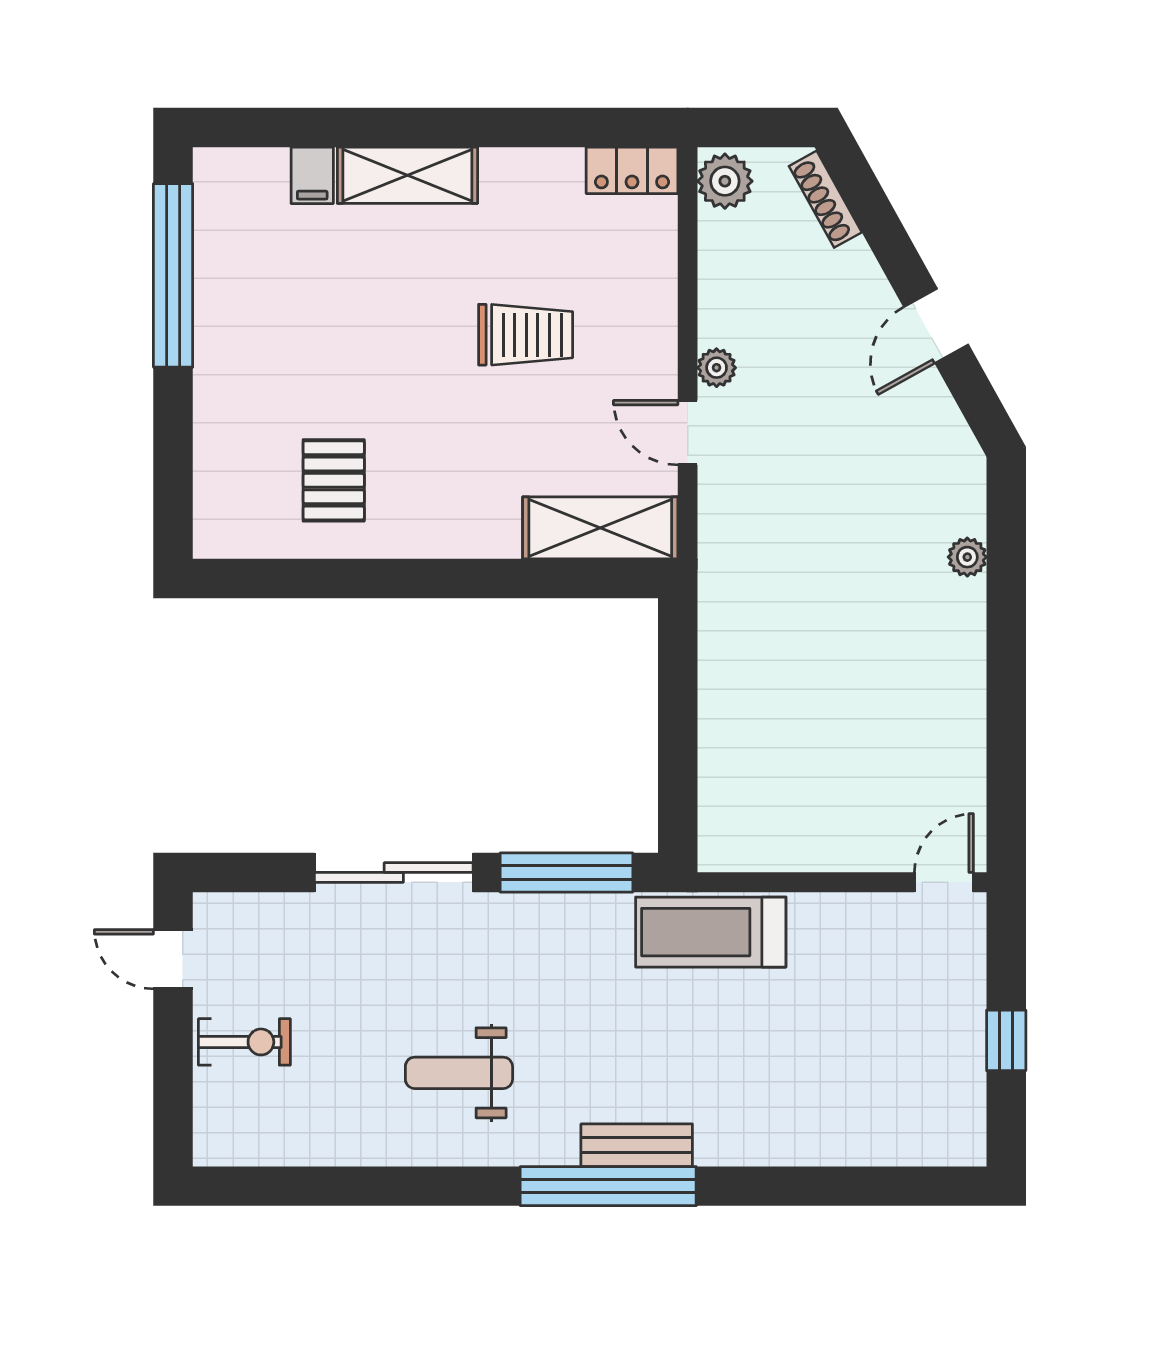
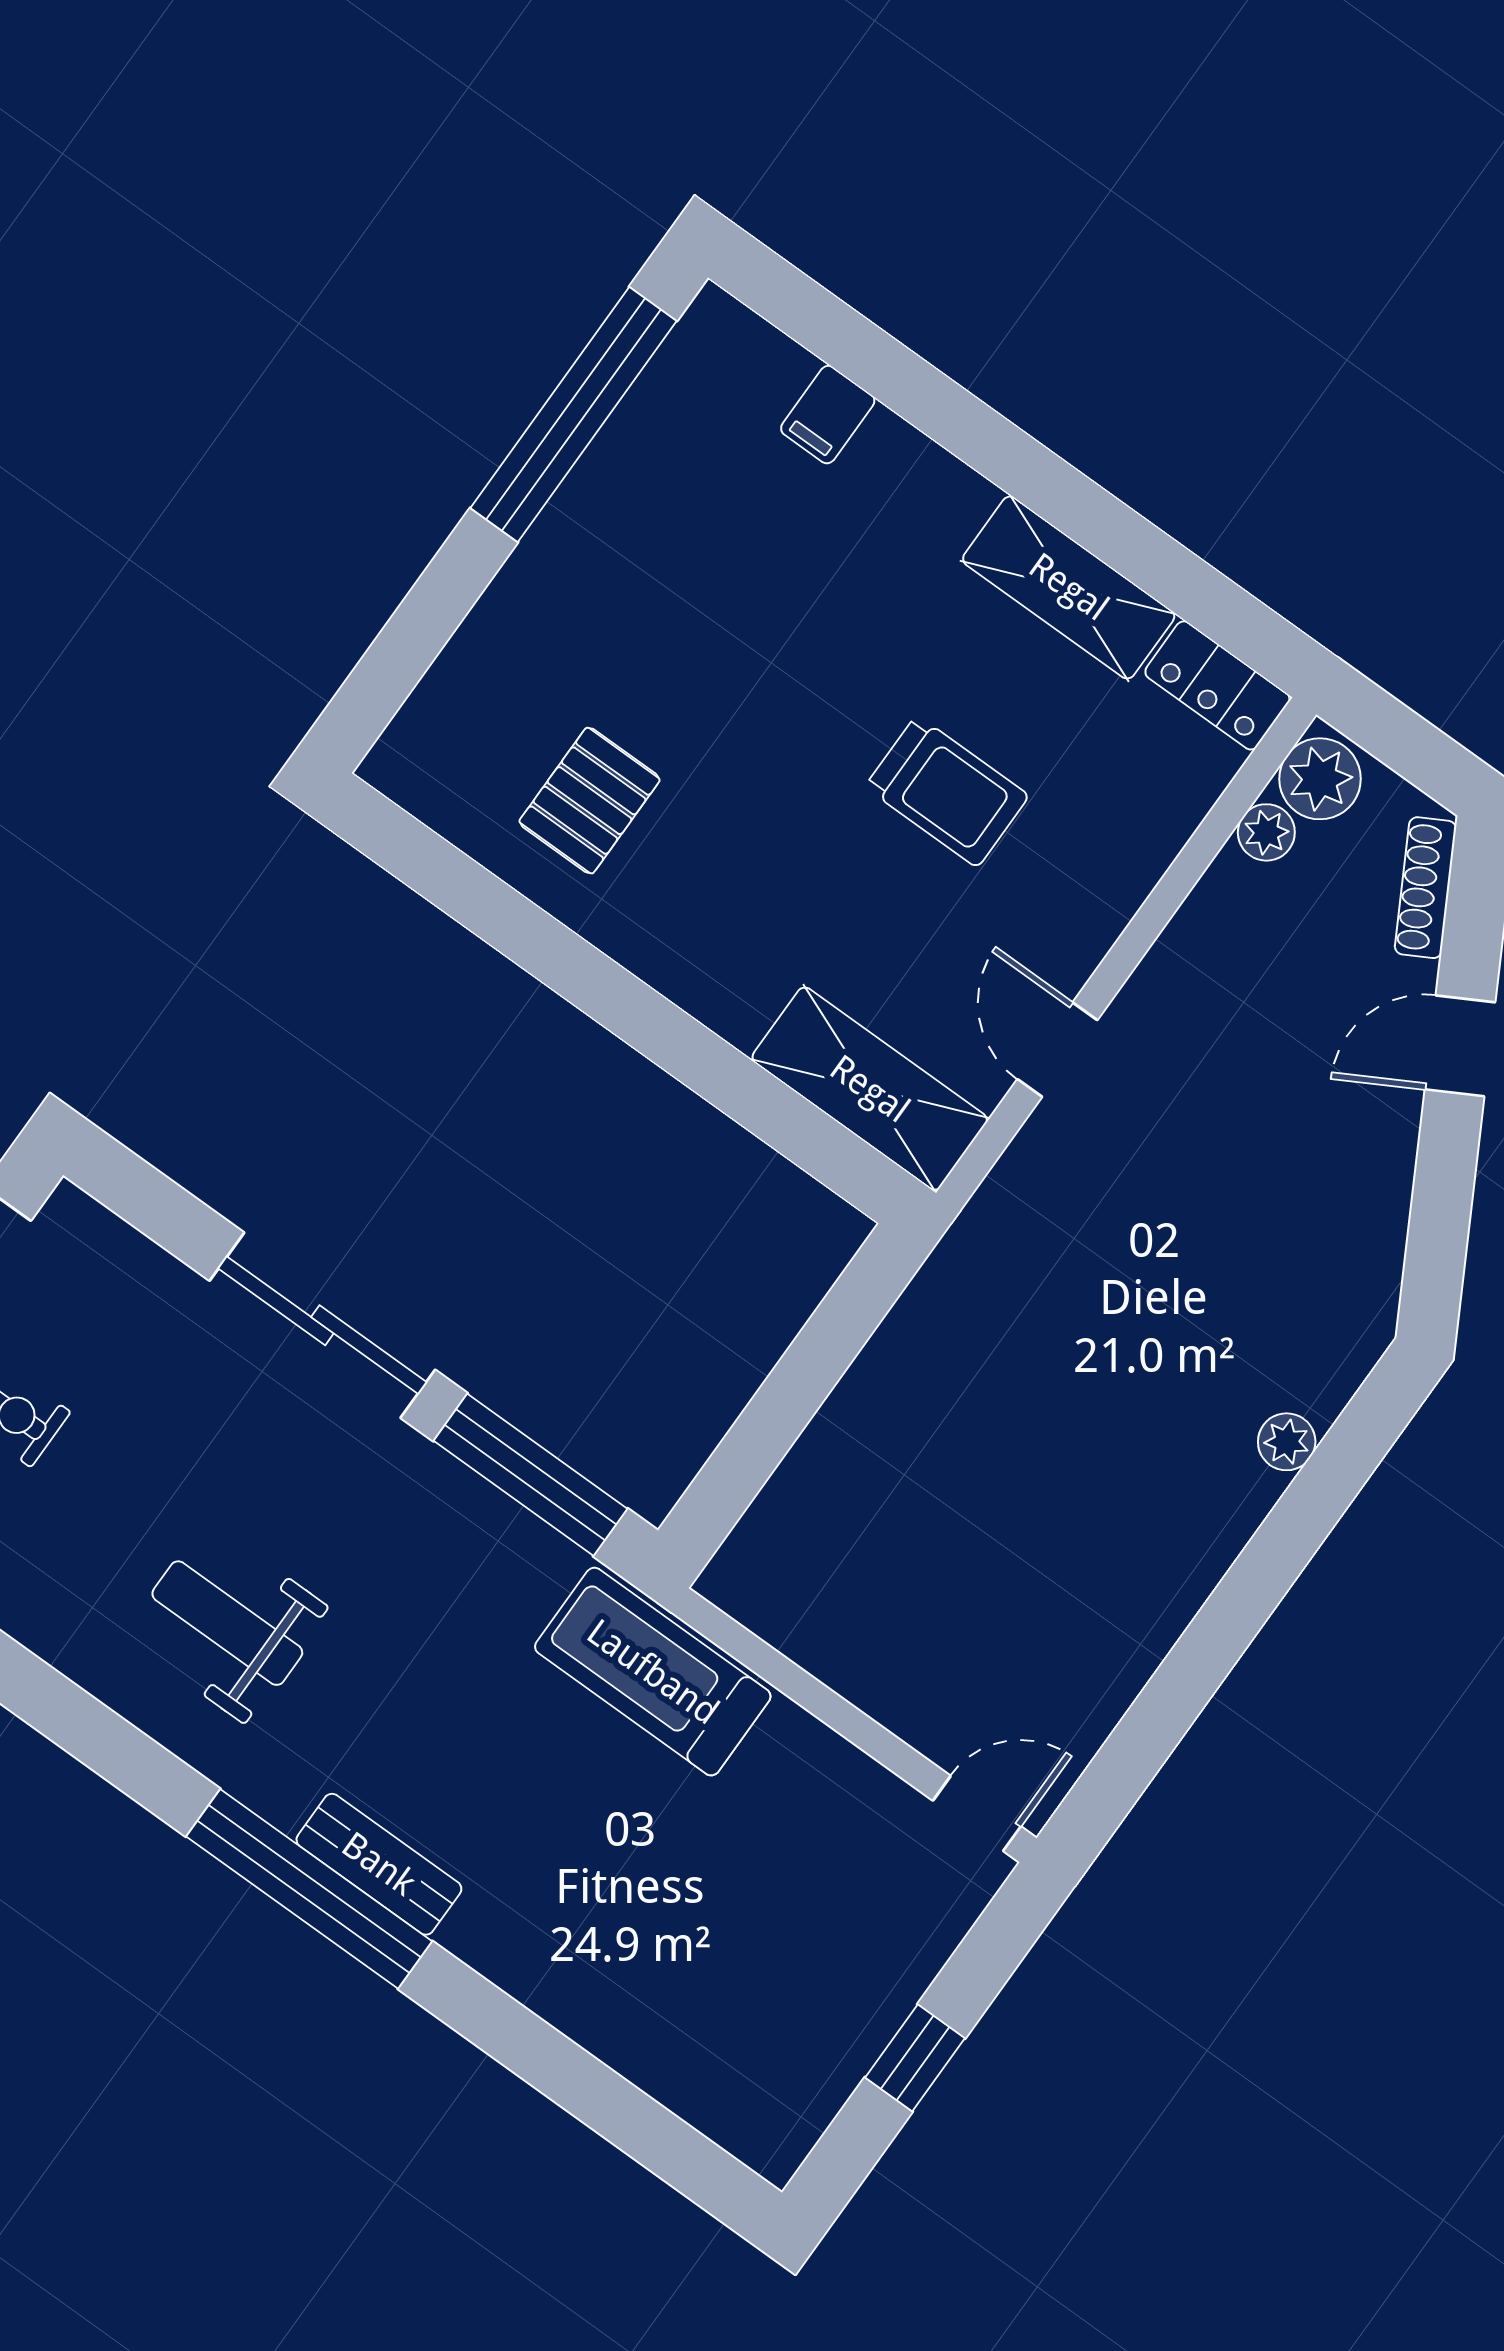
shelving: (407, 175) -> (1069, 587), moved
door: (936, 326) -> (1460, 1046), moved
plant: (717, 368) -> (1266, 832), moved

